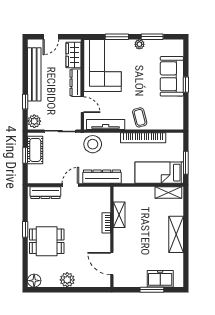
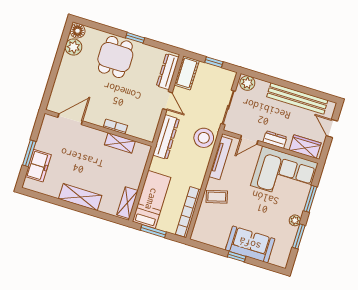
dresser: (75, 83) -> (275, 140), width x0.70
window: (25, 102) -> (271, 80), removed
bookcase: (143, 138) -> (188, 212), moved
cot: (35, 150) -> (187, 73), moved, turned 90
plant: (67, 280) -> (73, 47), moved

